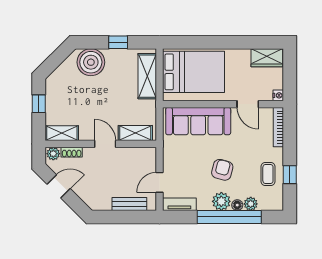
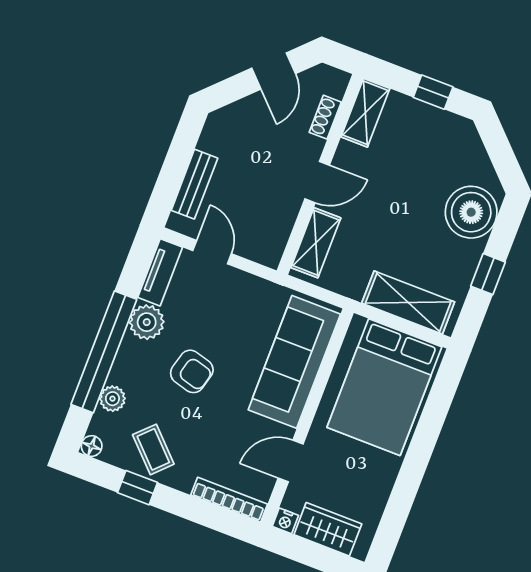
wardrobe: (267, 58) -> (328, 529), moved, turned 90
plant: (53, 154) -> (335, 84), removed
coffee table: (268, 174) -> (153, 449), turned 45
plant: (221, 201) -> (147, 322), moved
floor lamp: (237, 205) -> (92, 446), moved

